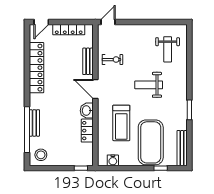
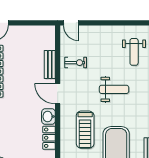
door: (108, 22) -> (71, 23), swing flipped
locker: (69, 30) -> (29, 31), removed
weight bench: (149, 85) -> (114, 89), turned 180

